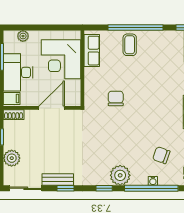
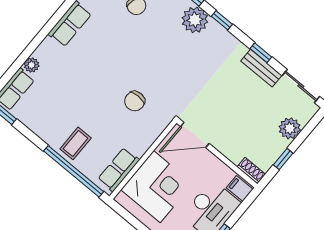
window: (136, 28) -> (74, 171), moved
door: (52, 108) -> (195, 135), moved

